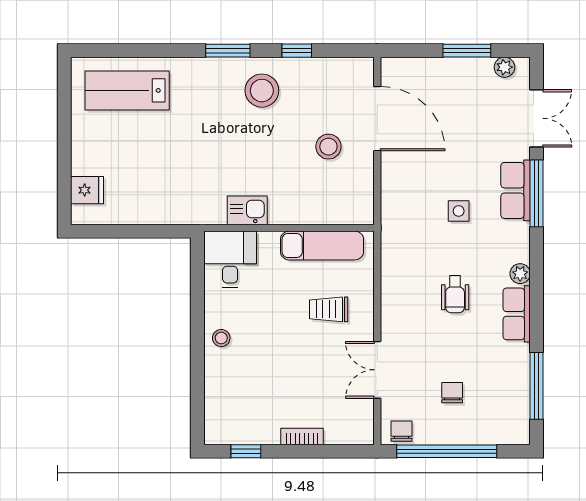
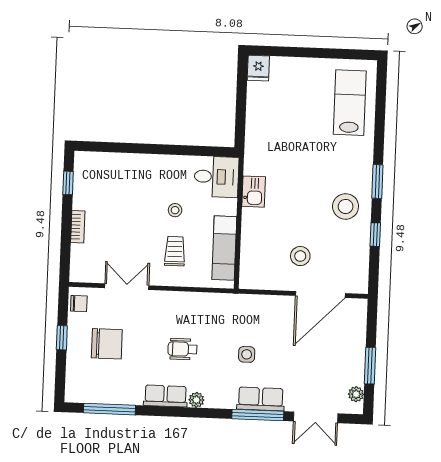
fridge: (87, 190) -> (258, 68), moved
stool: (221, 338) -> (175, 210), moved
chair: (452, 393) -> (107, 344), width x1.87, depth x1.87
window: (447, 451) -> (62, 338), width x0.32

